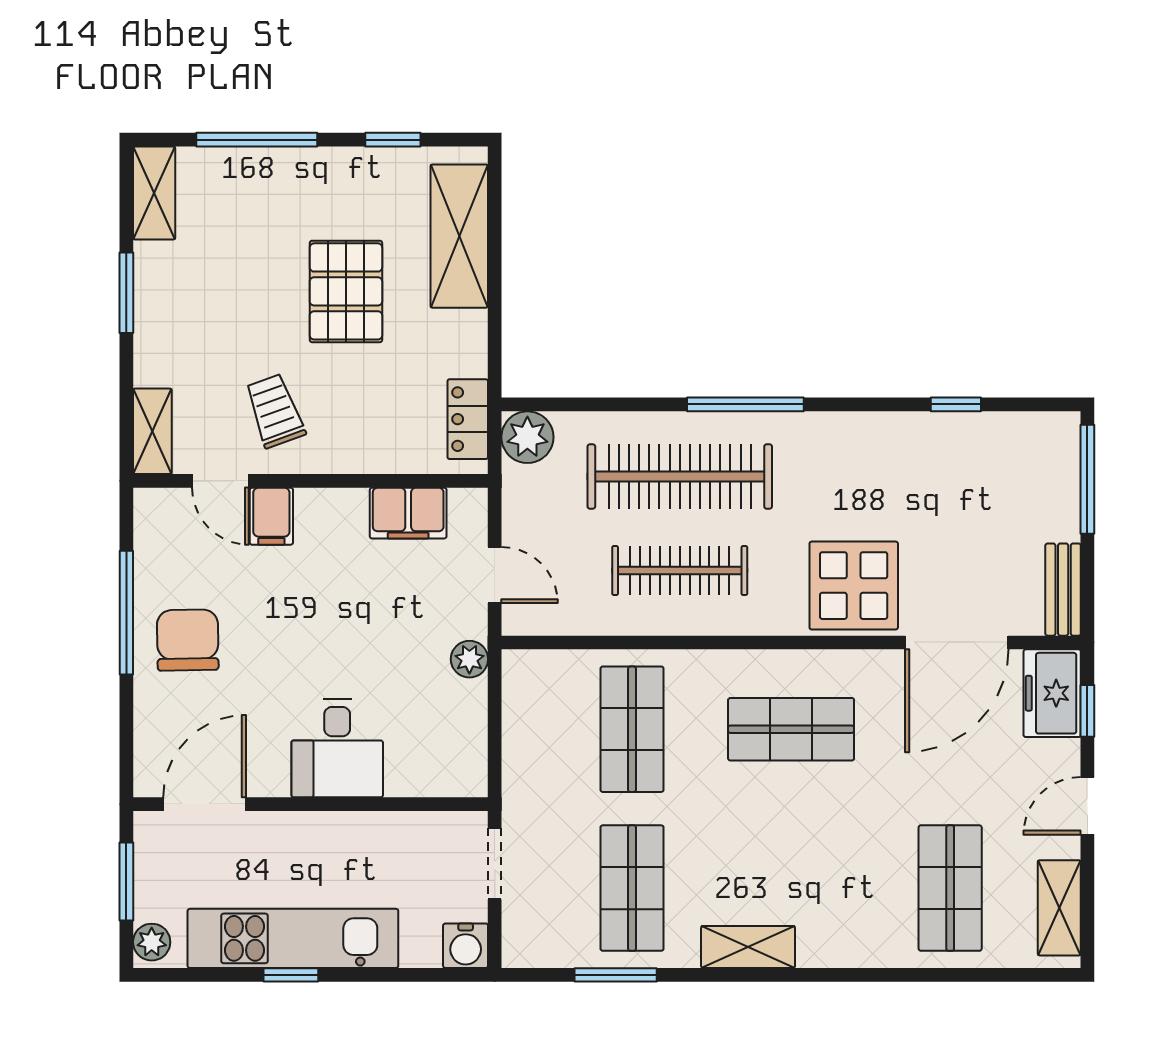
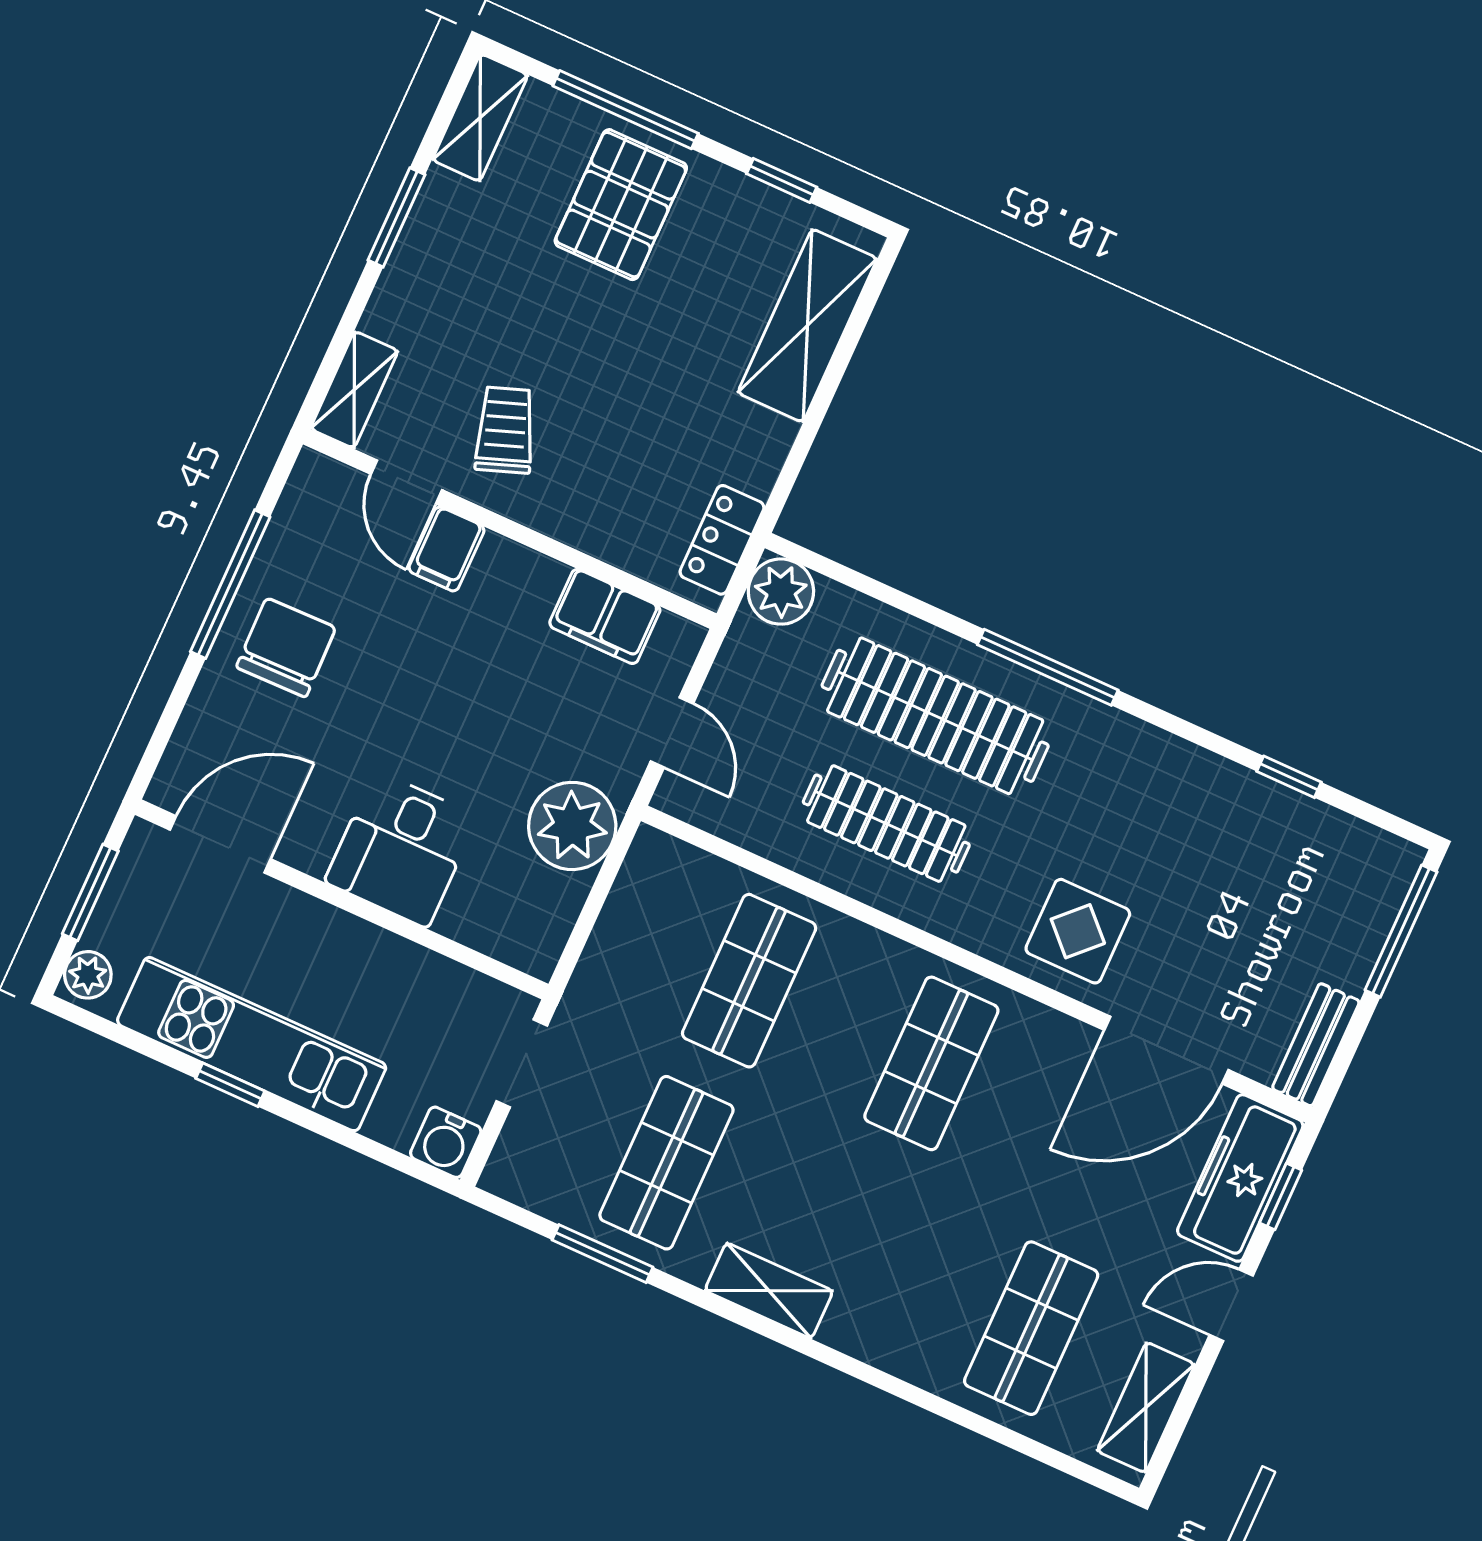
pallet: (346, 291) -> (621, 205), moved
display table: (854, 586) -> (1078, 931), width x0.73, depth x0.73
plant: (469, 659) -> (572, 826), width x1.88, depth x1.88
freezer: (1052, 693) -> (1240, 1178), width x1.40
shop shelf: (791, 729) -> (931, 1063), turned 90

